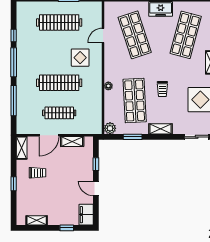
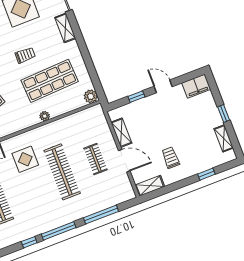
clothes rail: (59, 113) -> (95, 159), width x0.73
shelving: (160, 129) -> (65, 28), moved
window: (133, 137) -> (91, 68), removed
window: (14, 184) -> (206, 174), moved
door: (96, 188) -> (163, 86), swing flipped
window: (67, 228) -> (224, 113), moved

